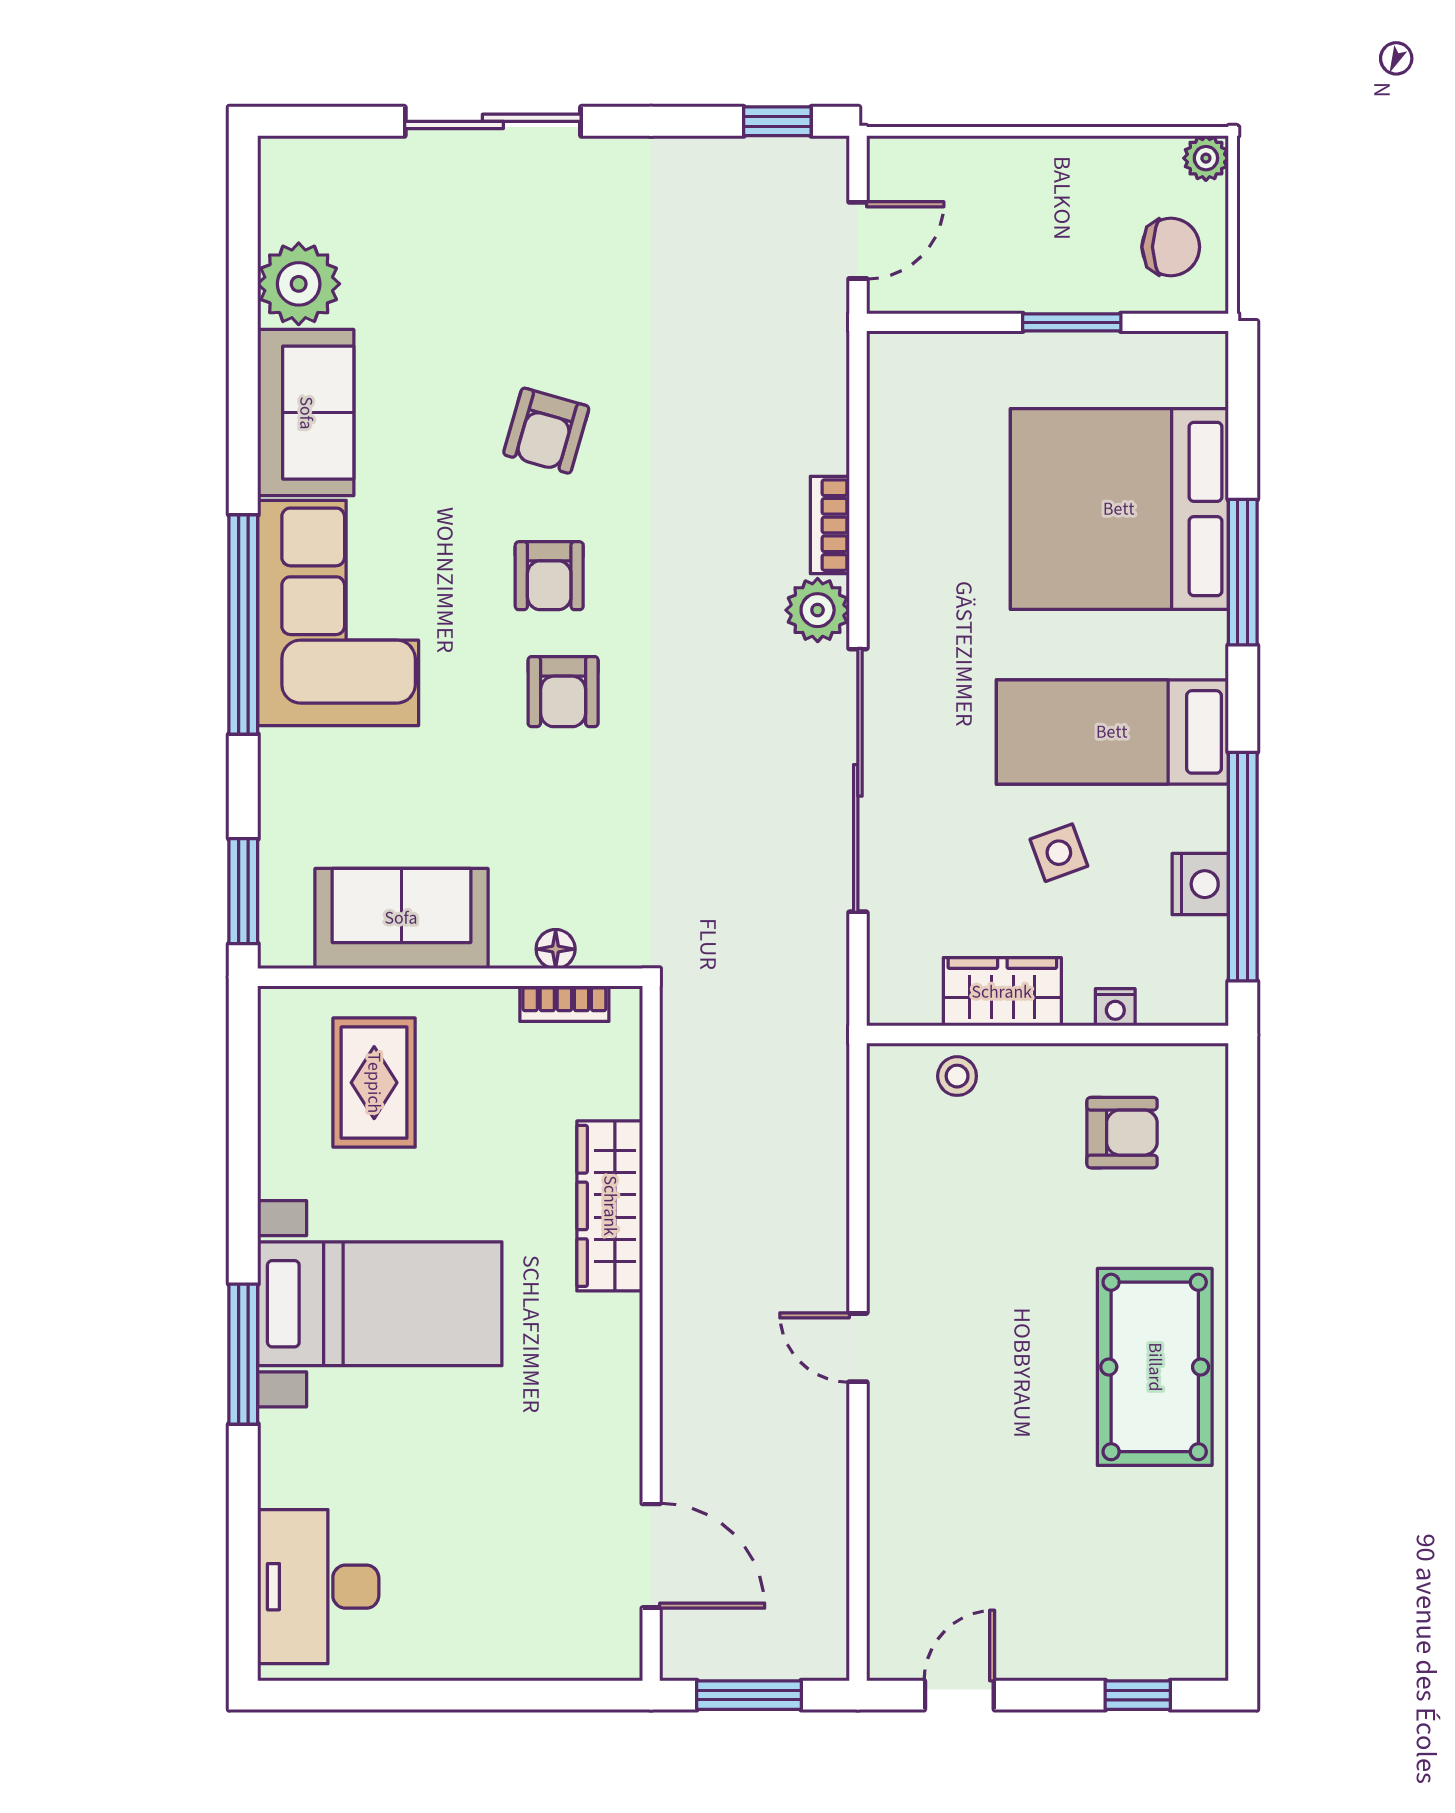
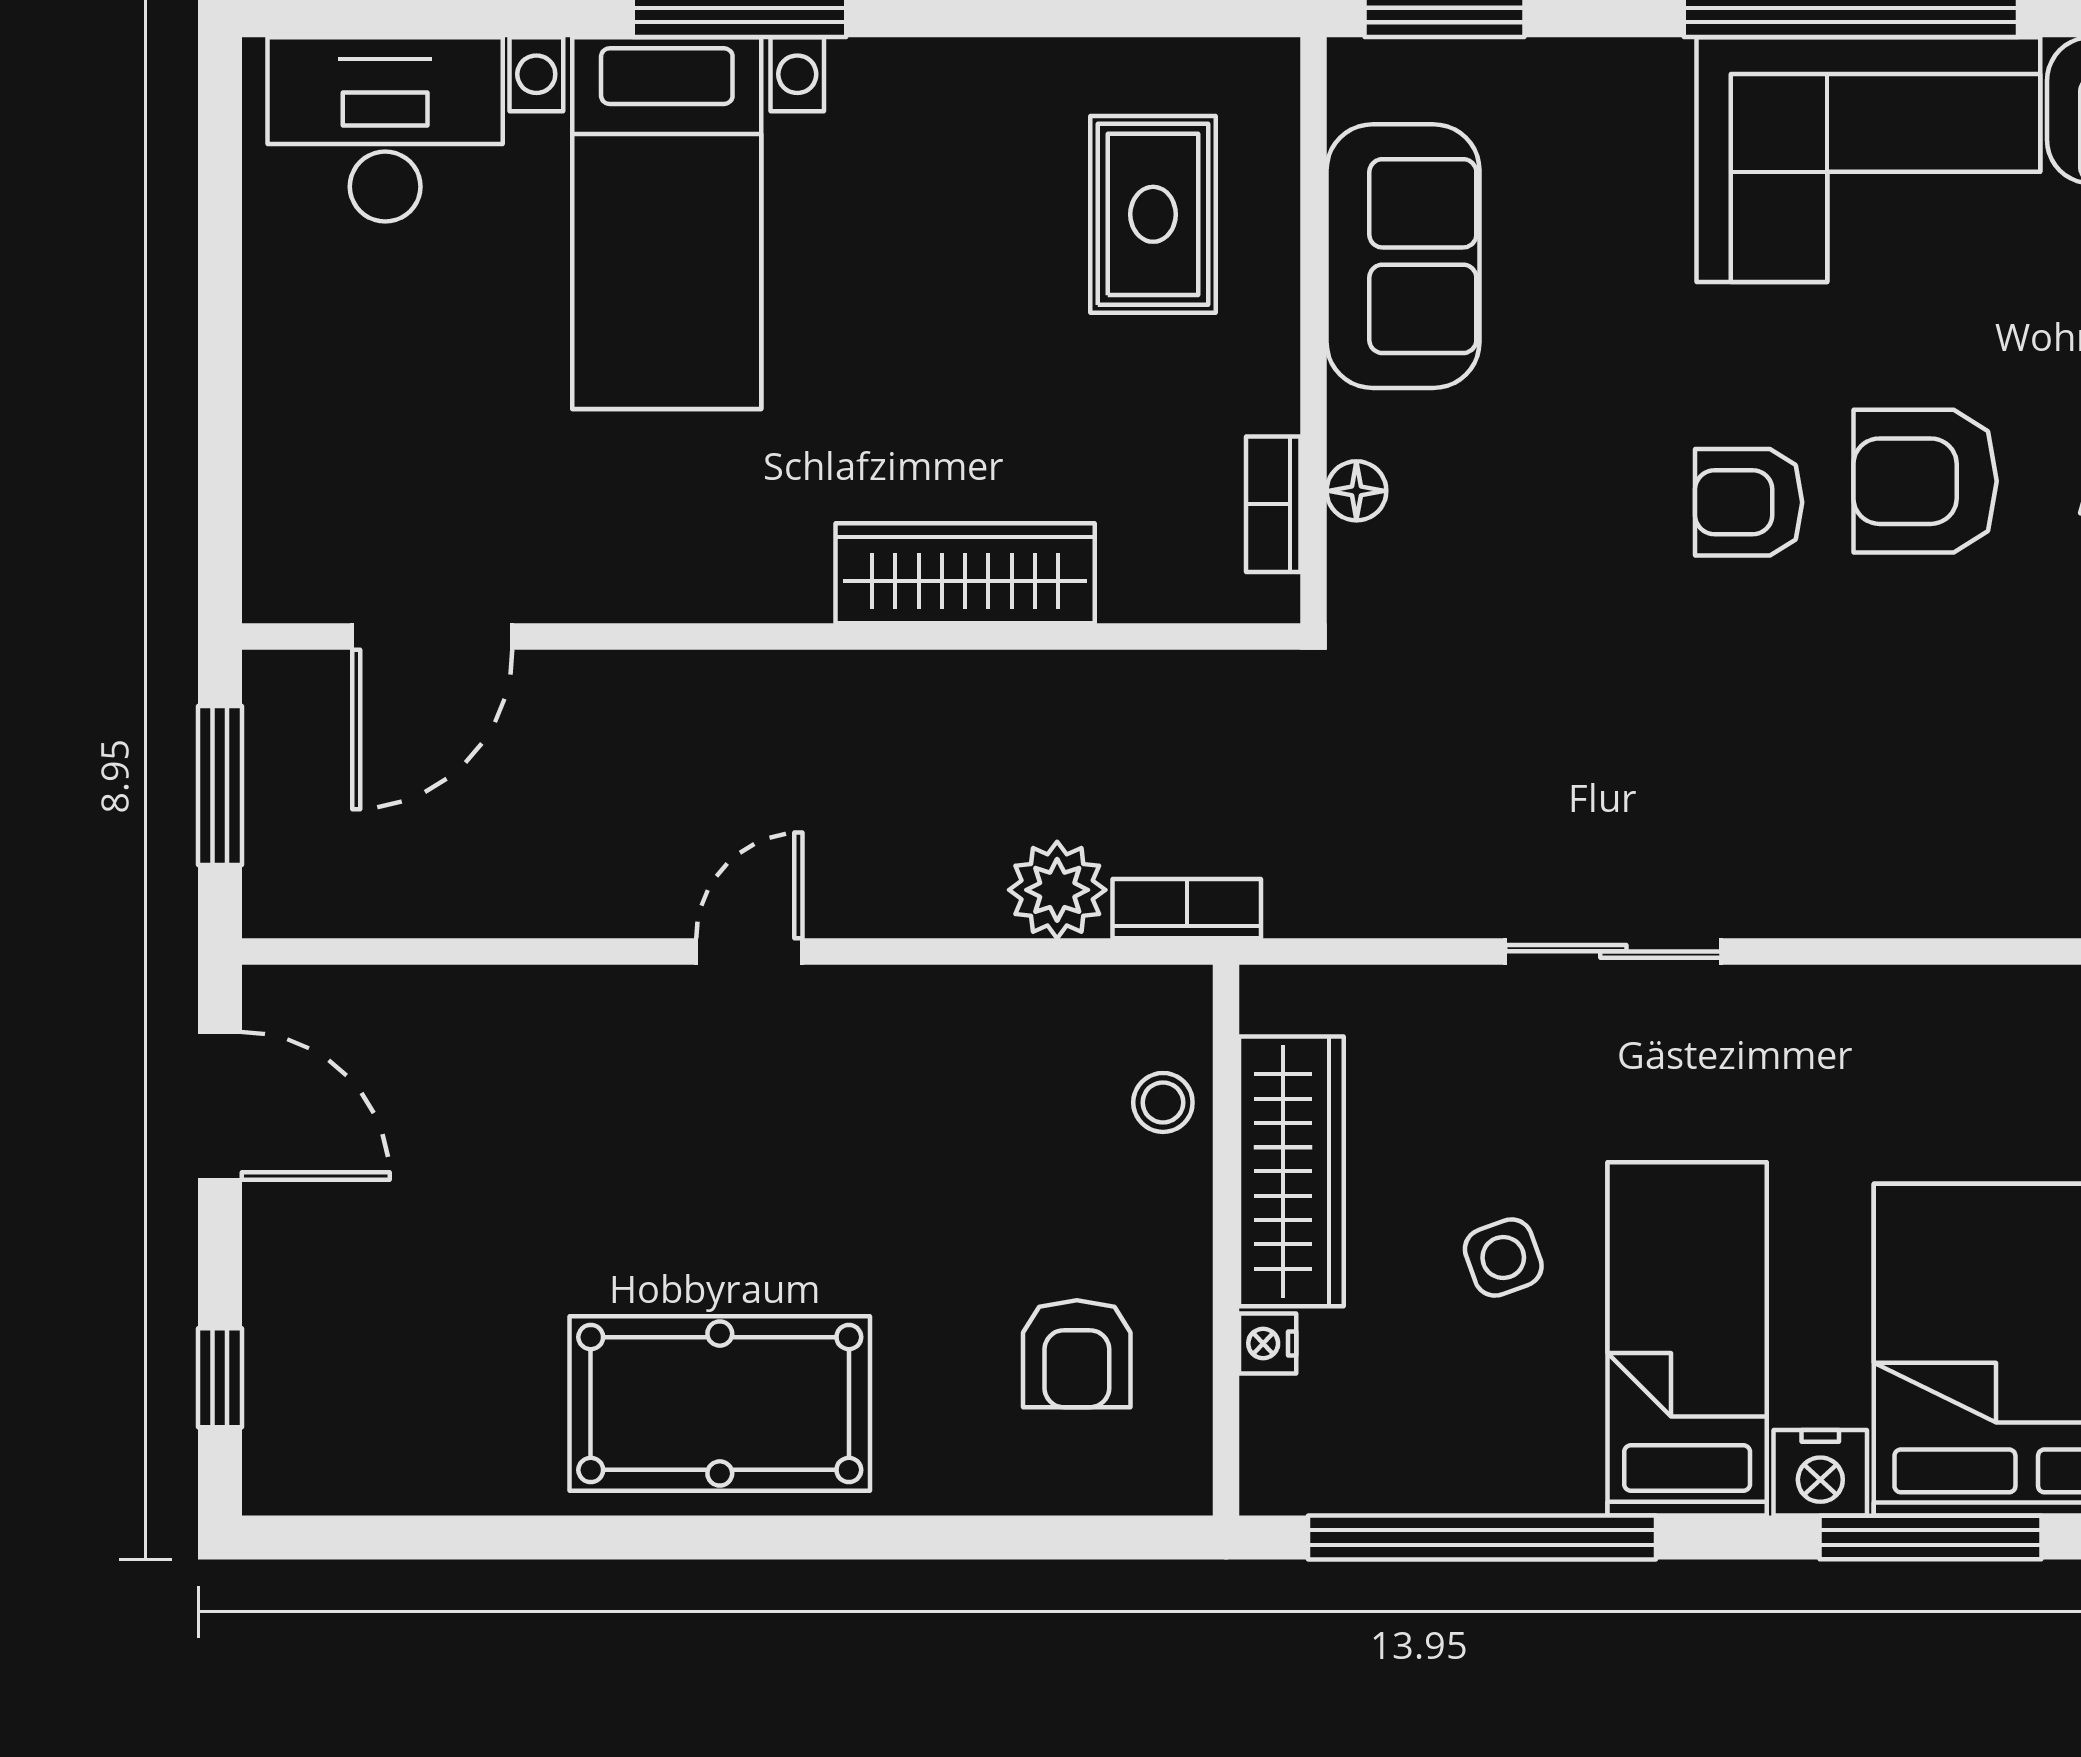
bookcase: (830, 525) -> (1187, 909), moved
armchair: (549, 576) -> (1925, 481), width x1.38, depth x1.38
plant: (818, 610) -> (1057, 890), moved
sliding door: (858, 780) -> (1613, 951), width x0.54
nightstand: (1200, 884) -> (1820, 1473), moved
wardrobe: (1002, 992) -> (1291, 1171), width x1.50
rug: (374, 1083) -> (1153, 214), turned 90
bed with nightstands: (380, 1304) -> (667, 223), moved
door: (959, 1695) -> (220, 1106), width x1.38

